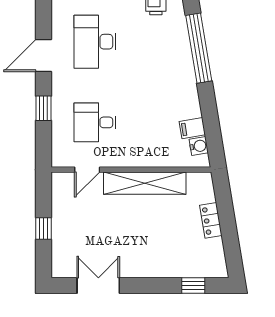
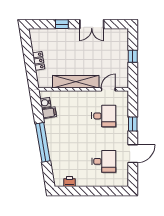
desk: (95, 42) -> (104, 161), width x0.73
window: (199, 48) -> (43, 142), moved
double door: (98, 285) -> (92, 24), moved
window: (193, 285) -> (62, 24), moved

